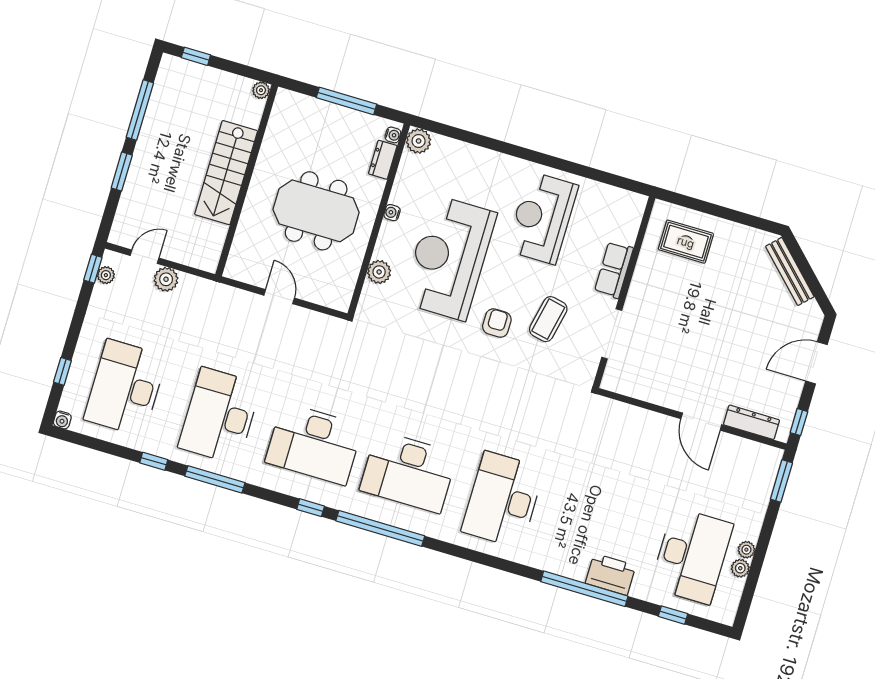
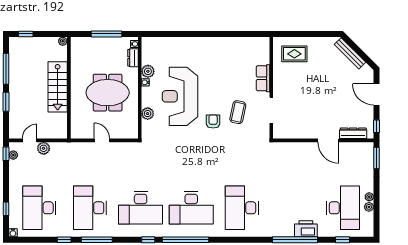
plant: (419, 141) -> (148, 71), moved
reception desk: (542, 218) -> (220, 63), removed
door: (816, 363) -> (376, 94), hinge flipped

